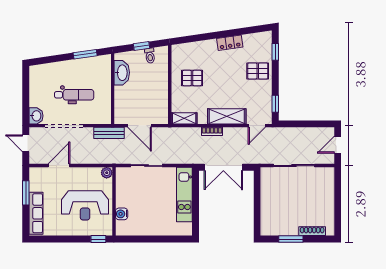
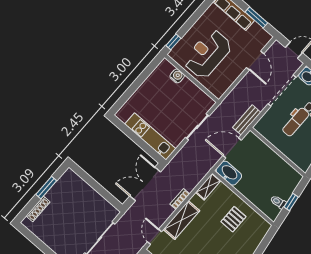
washbasin: (122, 73) -> (229, 173), moved, turned 180
plant: (107, 173) -> (218, 92), removed

